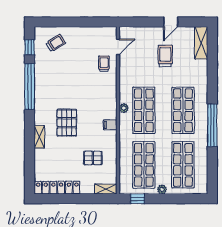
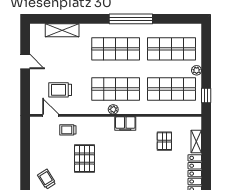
shelving: (201, 43) -> (62, 30), moved
trolley: (165, 56) -> (60, 90), moved
pallet: (67, 123) -> (85, 159), moved, turned 90
filing cabinet: (110, 125) -> (125, 123), width x2.00
shelving: (106, 189) -> (196, 142), moved

